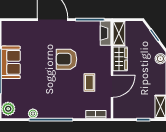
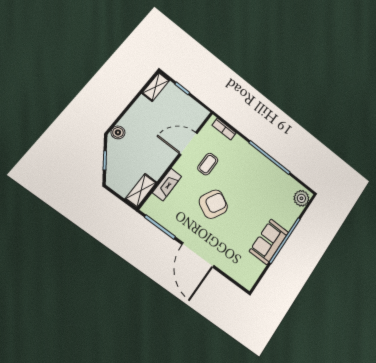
fireplace: (106, 33) -> (167, 185), moved
armchair: (67, 59) -> (213, 204), turned -62
wardrobe: (120, 59) -> (160, 164), removed
plant: (33, 114) -> (282, 176), removed

